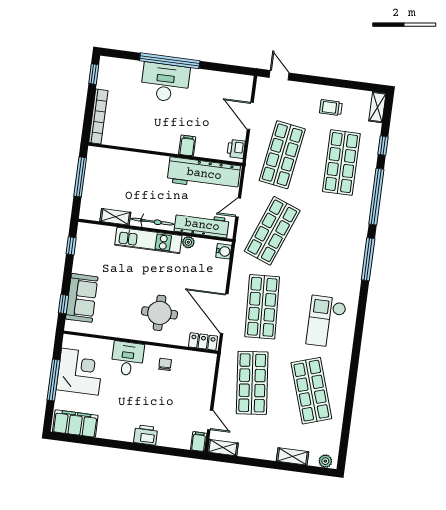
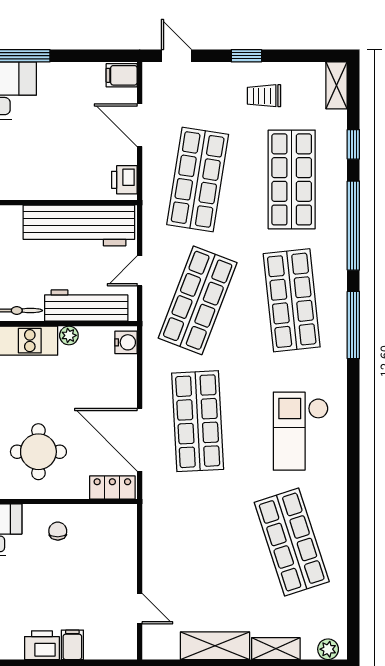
window: (323, 81) -> (246, 56), added
filing cabinet: (187, 146) -> (122, 75), moved, turned -90
shop shelf: (252, 383) -> (292, 300), moved
filing cabinet: (199, 442) -> (72, 645), moved
shelving: (223, 448) -> (215, 646), moved, width x1.50, depth x1.33

